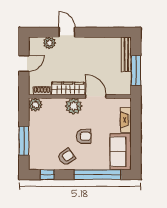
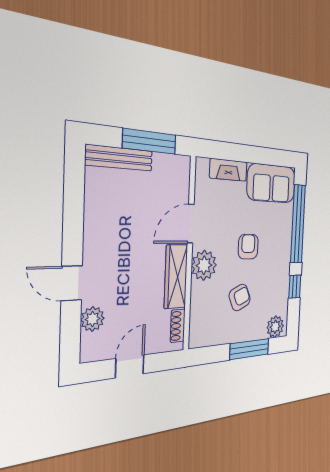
door: (67, 32) -> (72, 283), hinge flipped
door: (24, 63) -> (130, 366), hinge flipped
plant: (35, 105) -> (275, 327), moved
armchair: (66, 157) -> (240, 298), moved, turned 101
window: (47, 175) -> (295, 287), moved

